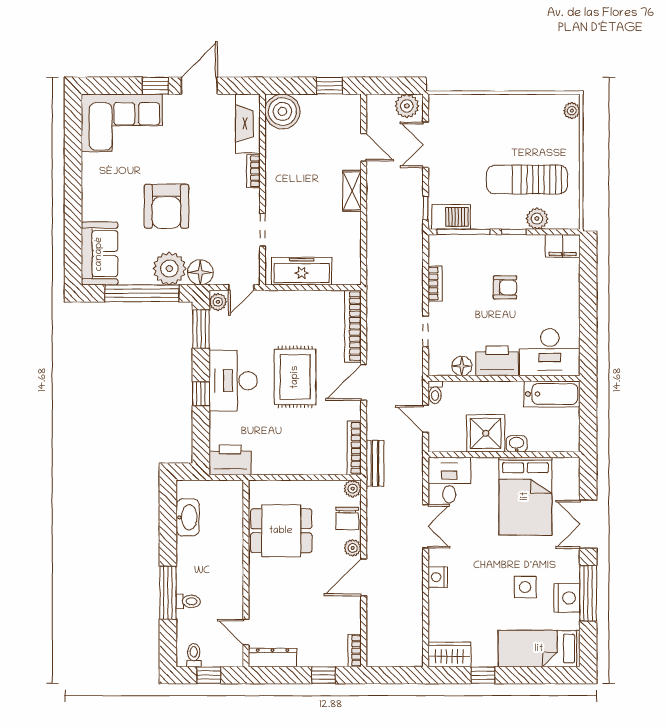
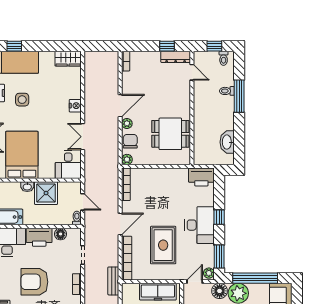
armchair: (505, 287) -> (34, 282), width x1.88, depth x1.88
rug: (295, 377) -> (163, 245), moved
bench: (375, 463) -> (113, 281), moved
window: (324, 675) -> (167, 46), moved
window: (483, 675) -> (14, 46), moved

